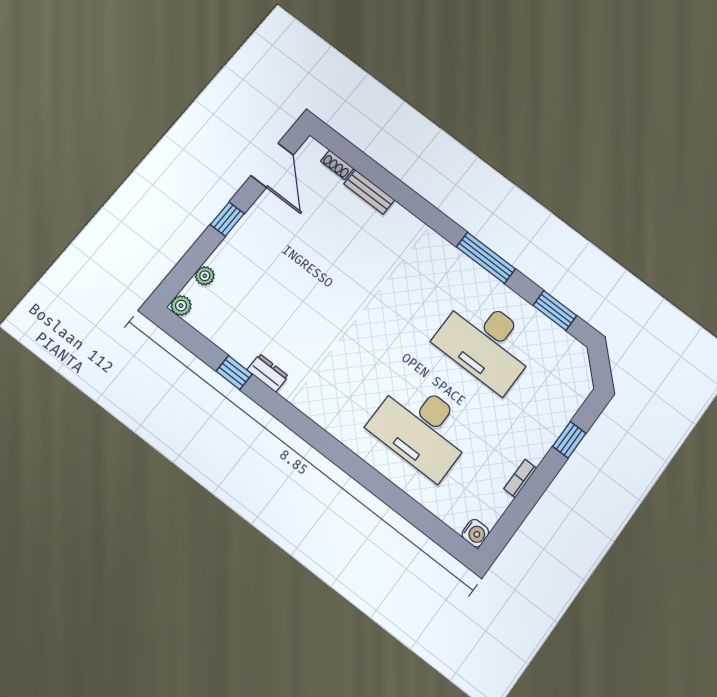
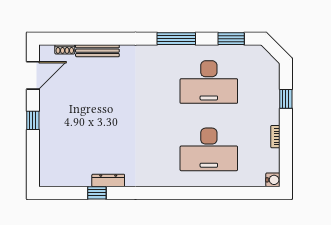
door: (272, 165) -> (33, 75), hinge flipped
bench: (369, 192) -> (97, 51), width x1.36
plant: (205, 276) -> (45, 157), removed
plant: (181, 306) -> (45, 180), removed
dresser: (268, 373) -> (108, 180), width x1.44

